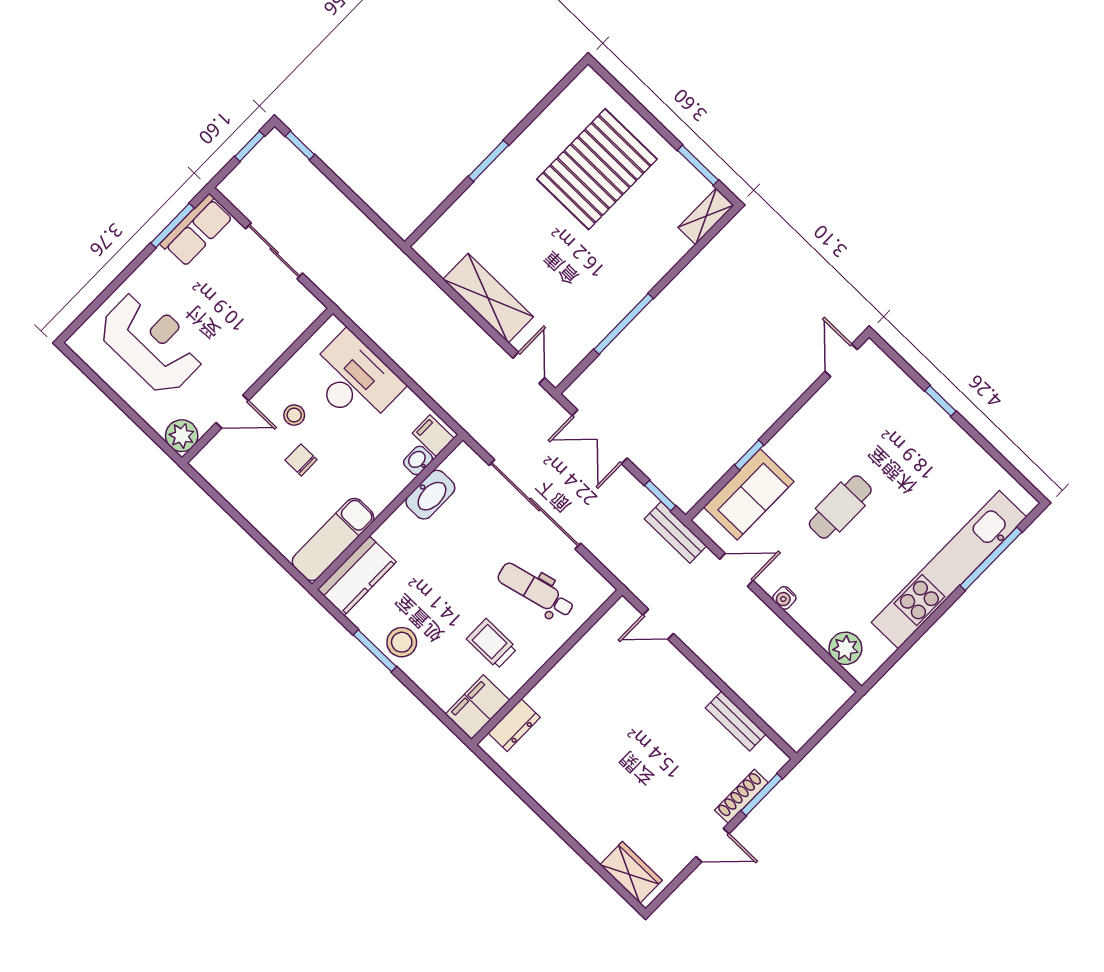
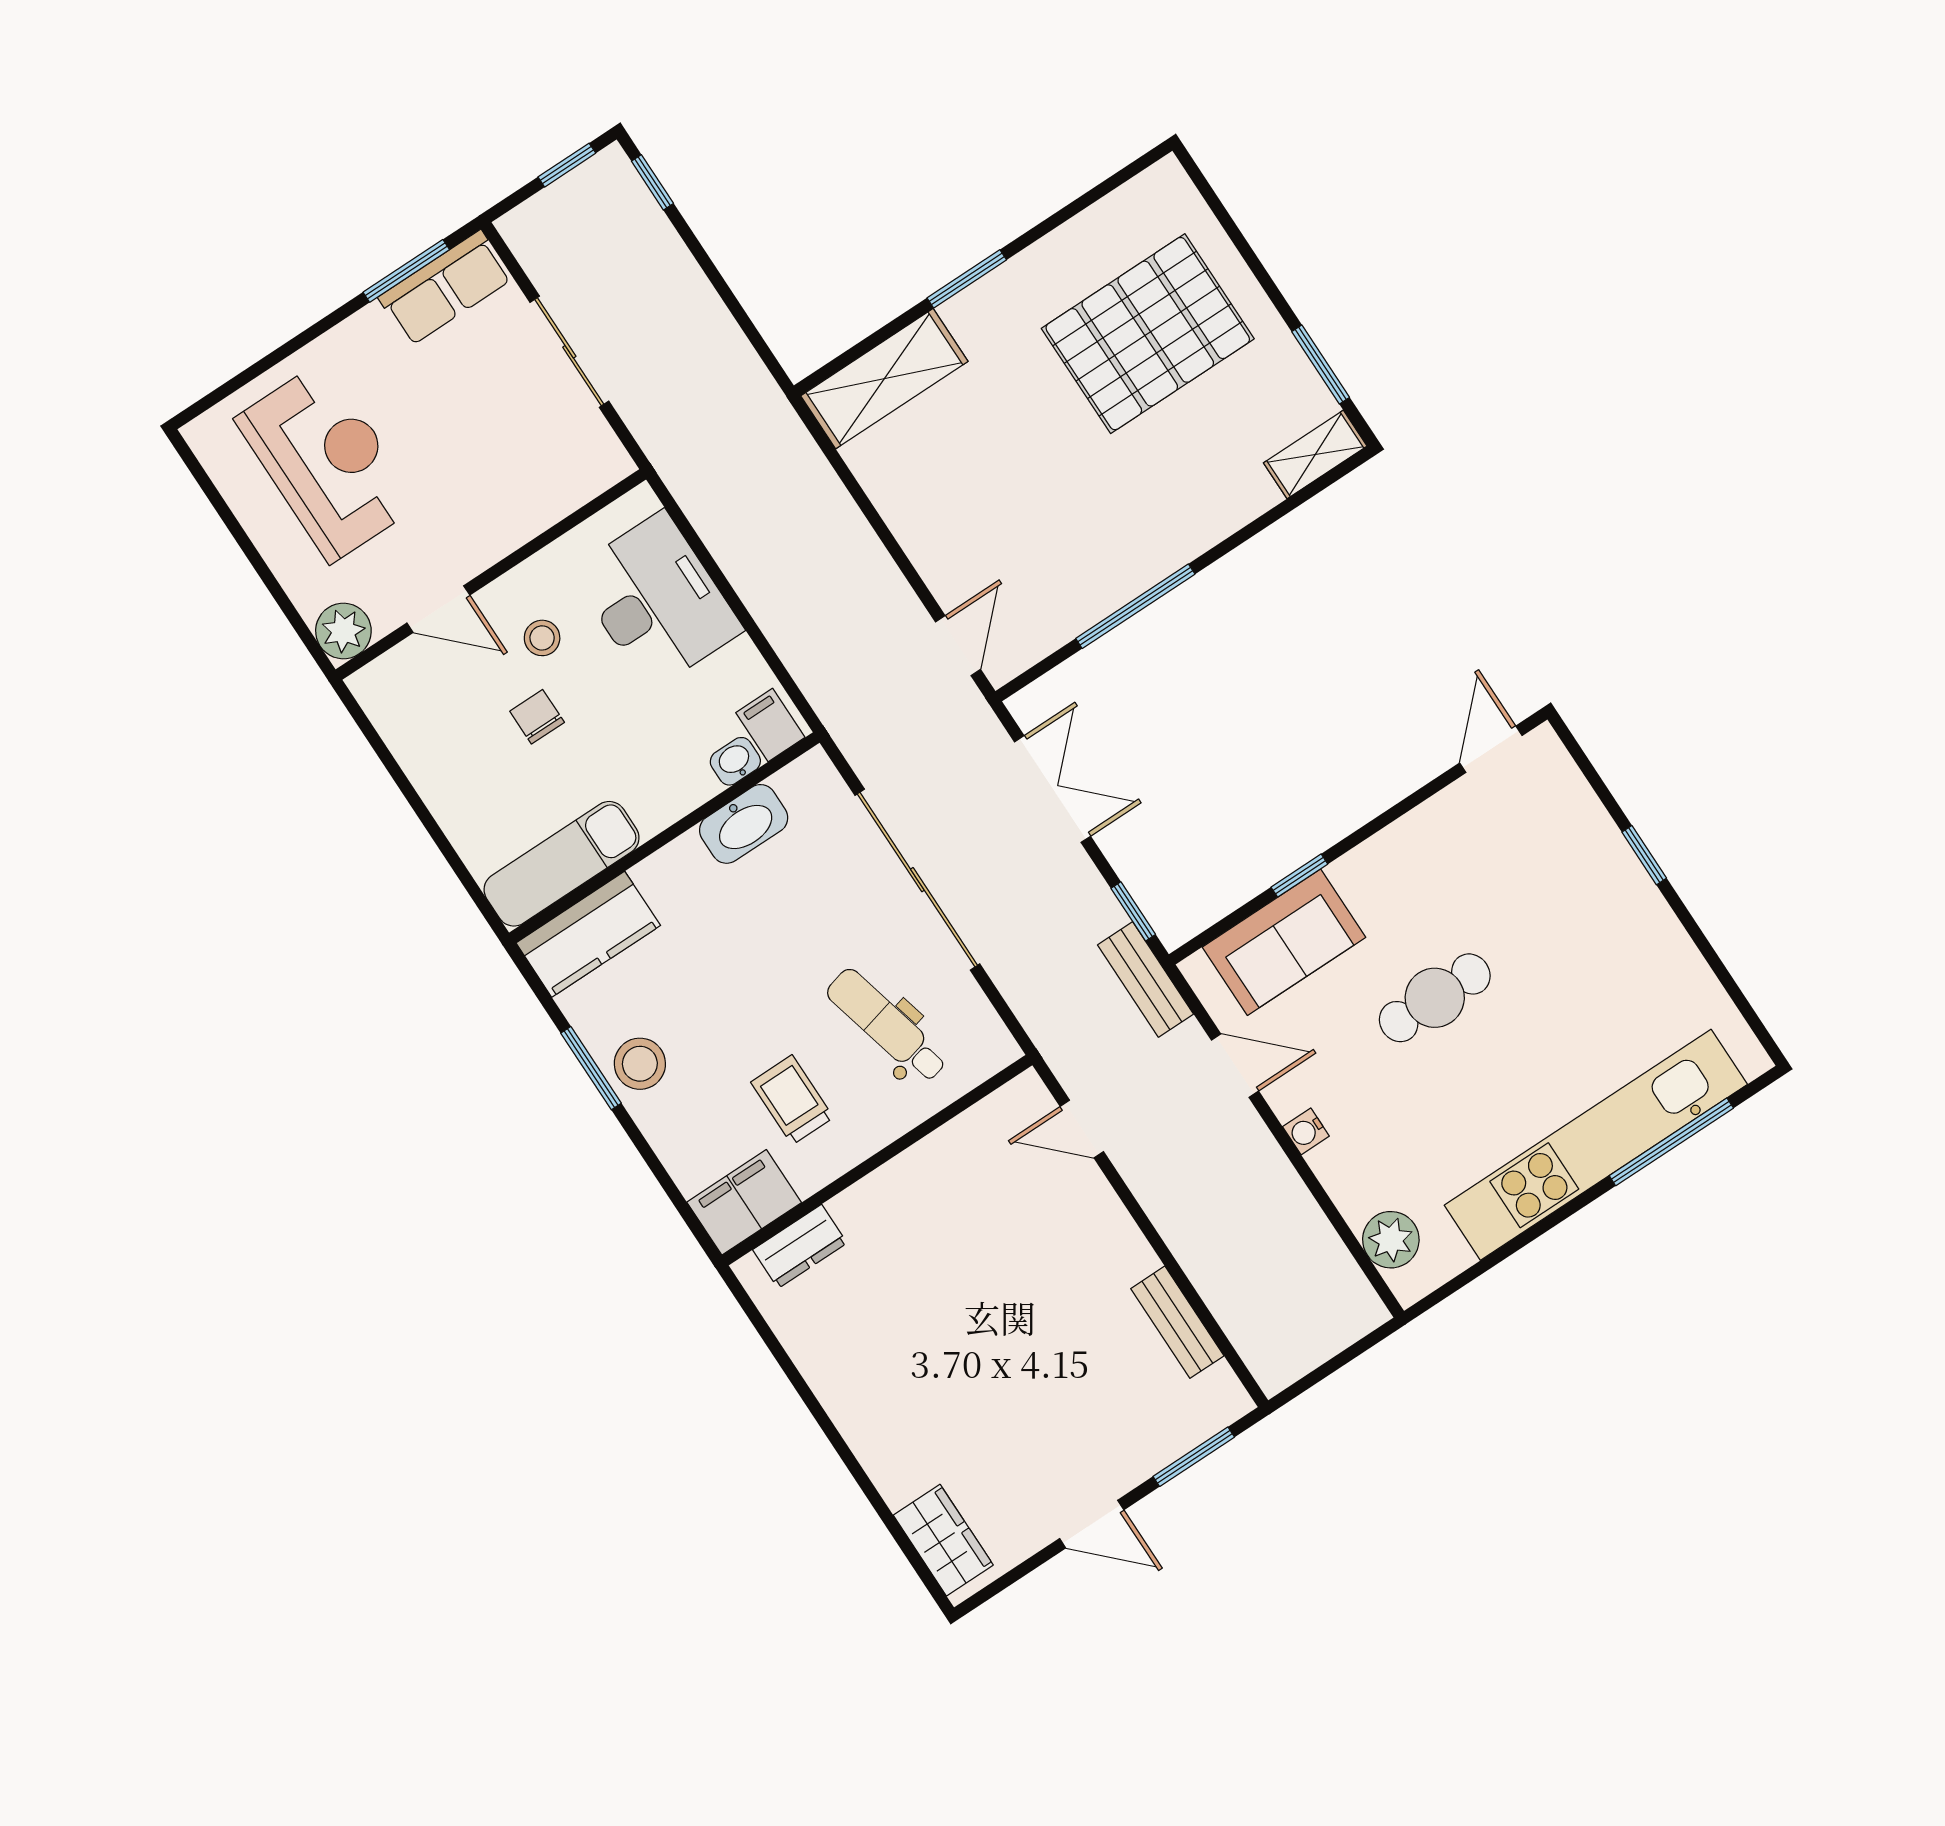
shelving: (488, 298) -> (884, 379), moved, turned 90
double door: (600, 437) -> (1053, 789), swing flipped
shoe rack: (741, 796) -> (1159, 1452), removed

